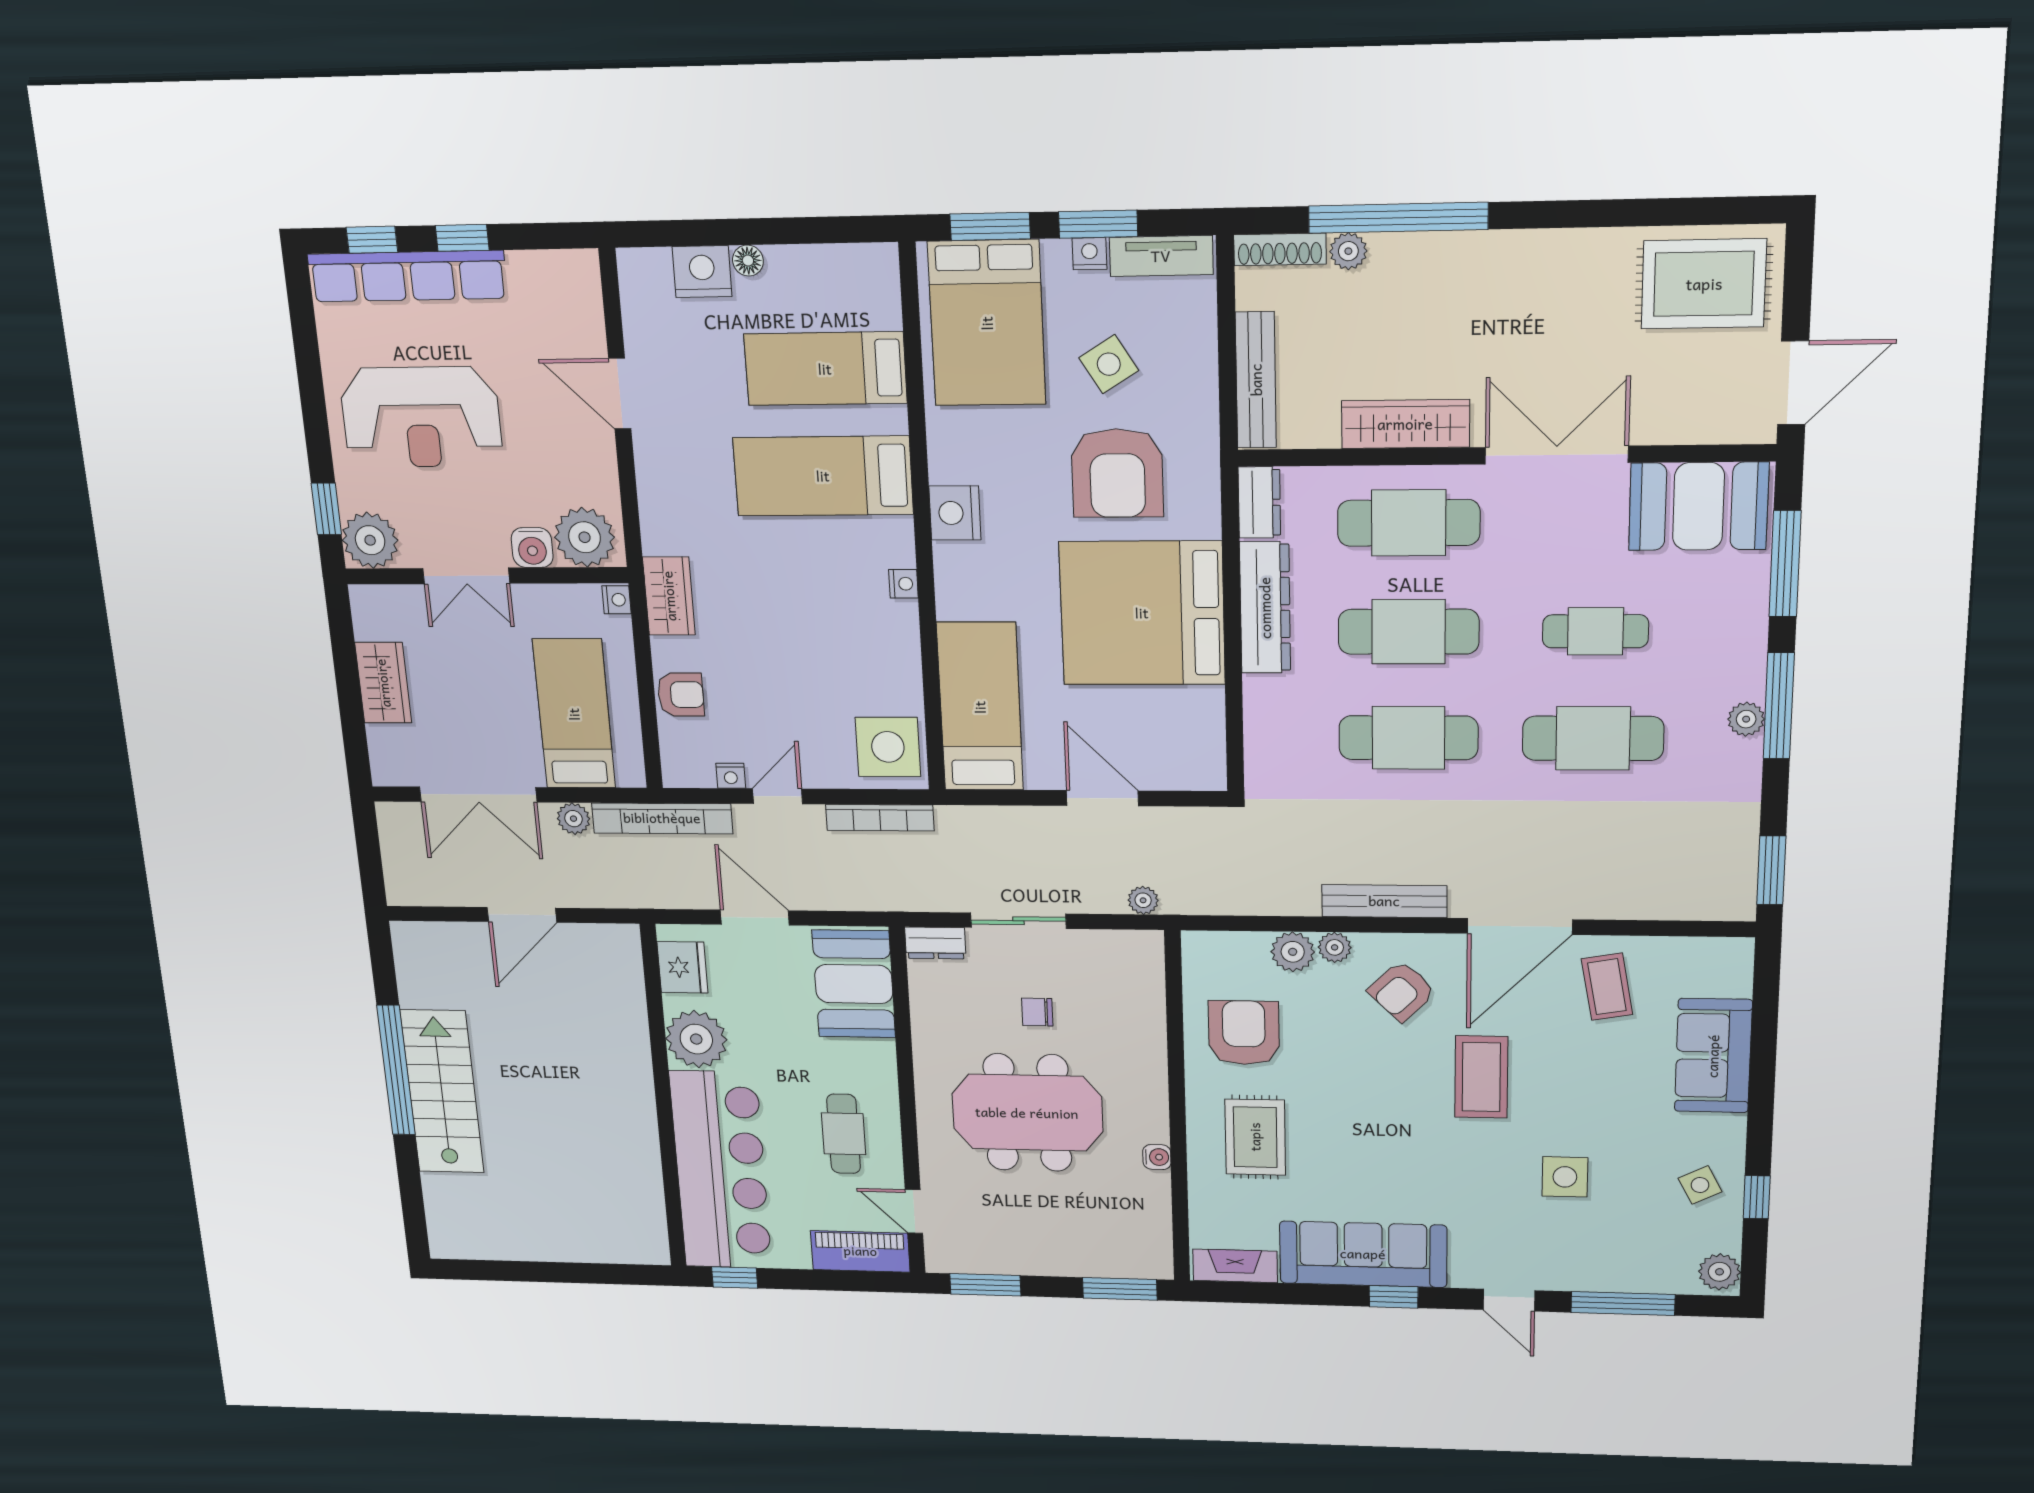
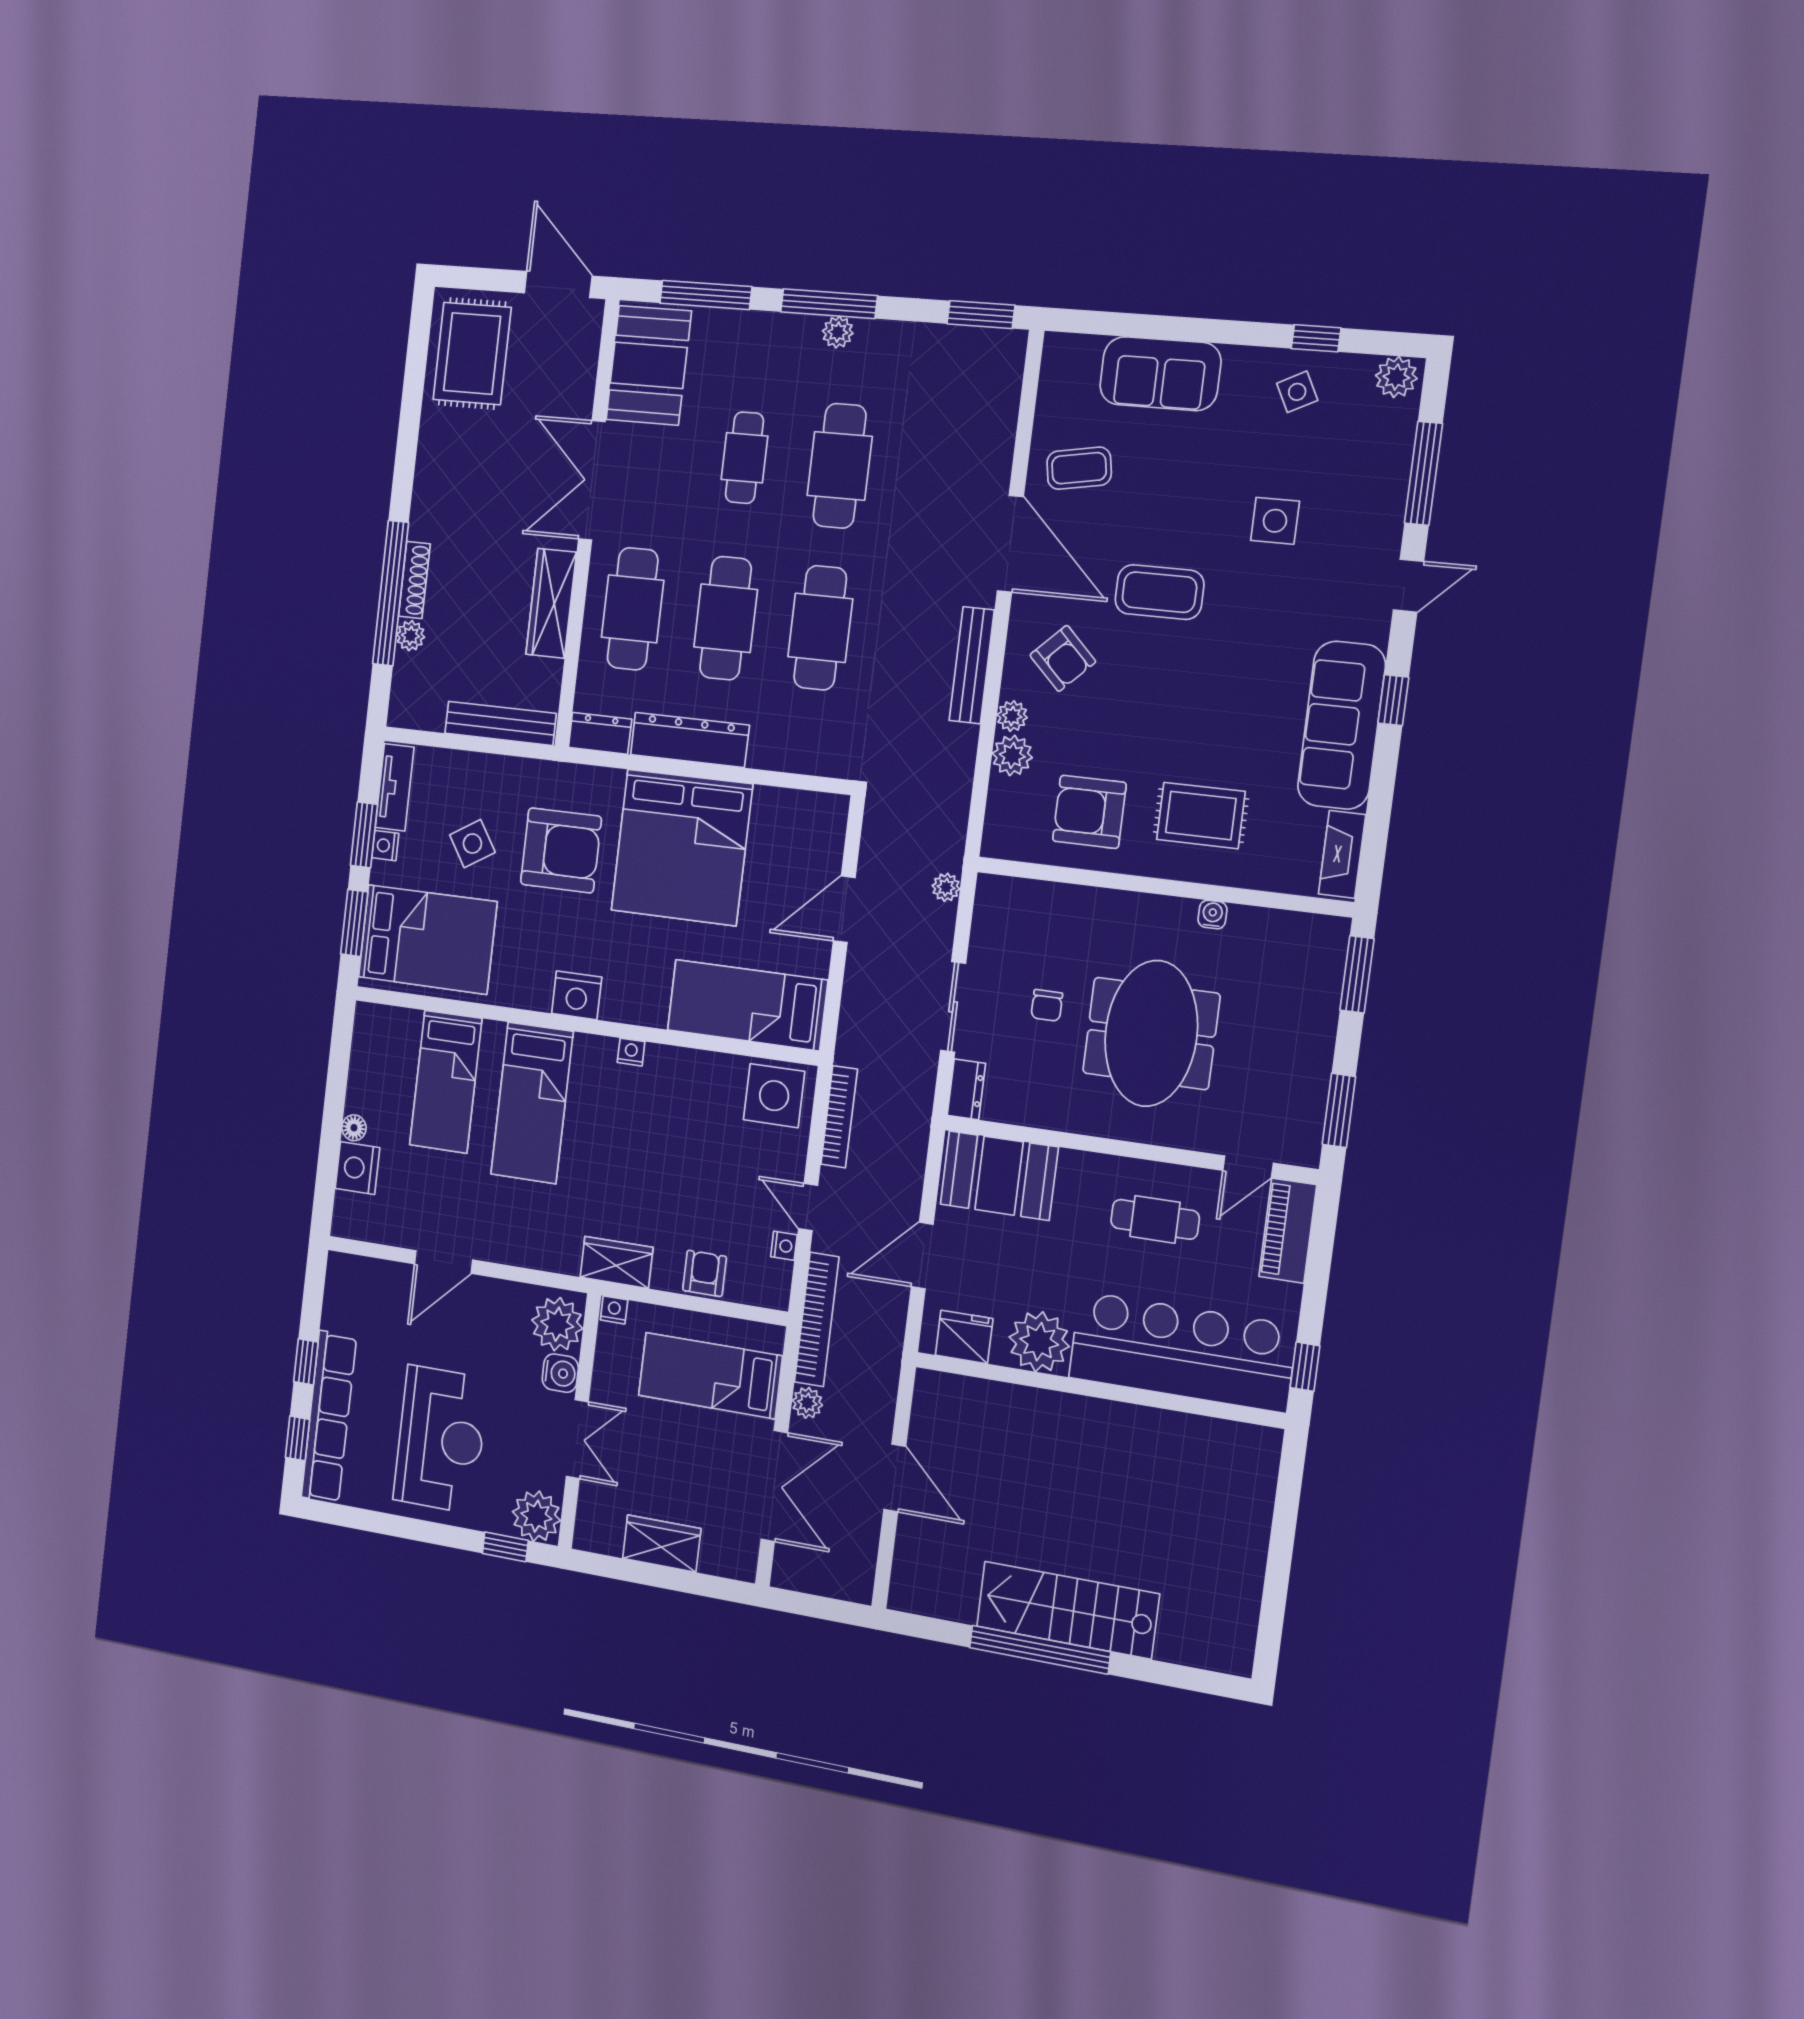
shoe rack: (1280, 249) -> (414, 580), moved

